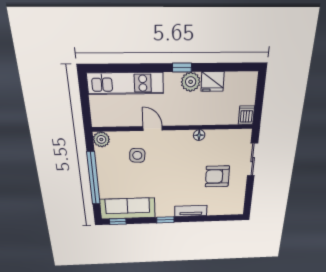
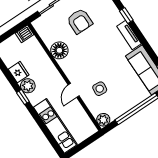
floor lamp: (199, 135) -> (59, 50), width x1.89, depth x1.89
tv unit: (191, 211) -> (129, 35), moved
window: (165, 220) -> (126, 15), moved

